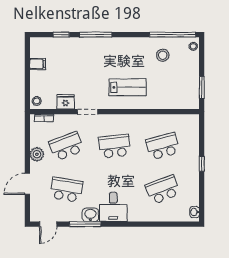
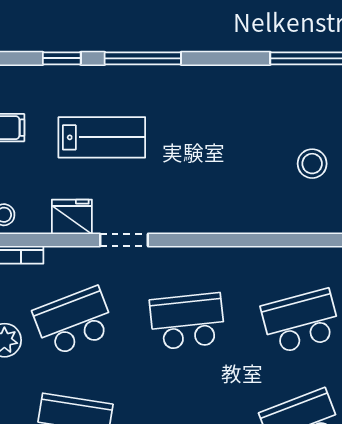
stool: (163, 55) -> (312, 164), moved
lab bench: (128, 87) -> (102, 137), moved

